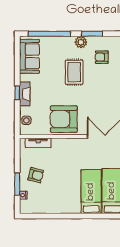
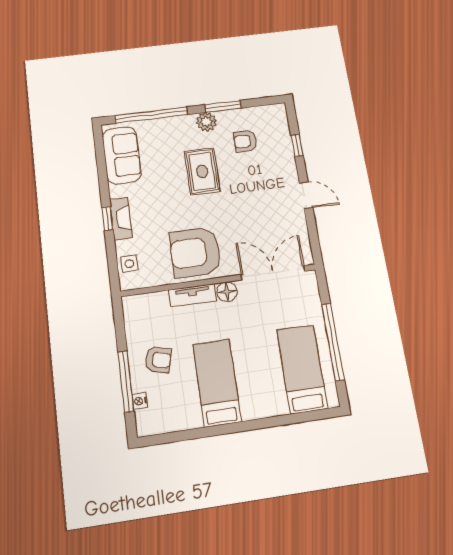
tv unit: (38, 143) -> (193, 295), moved
floor lamp: (78, 144) -> (227, 292), added
window: (17, 184) -> (126, 382), width x1.44
bed: (91, 192) -> (217, 383), moved

